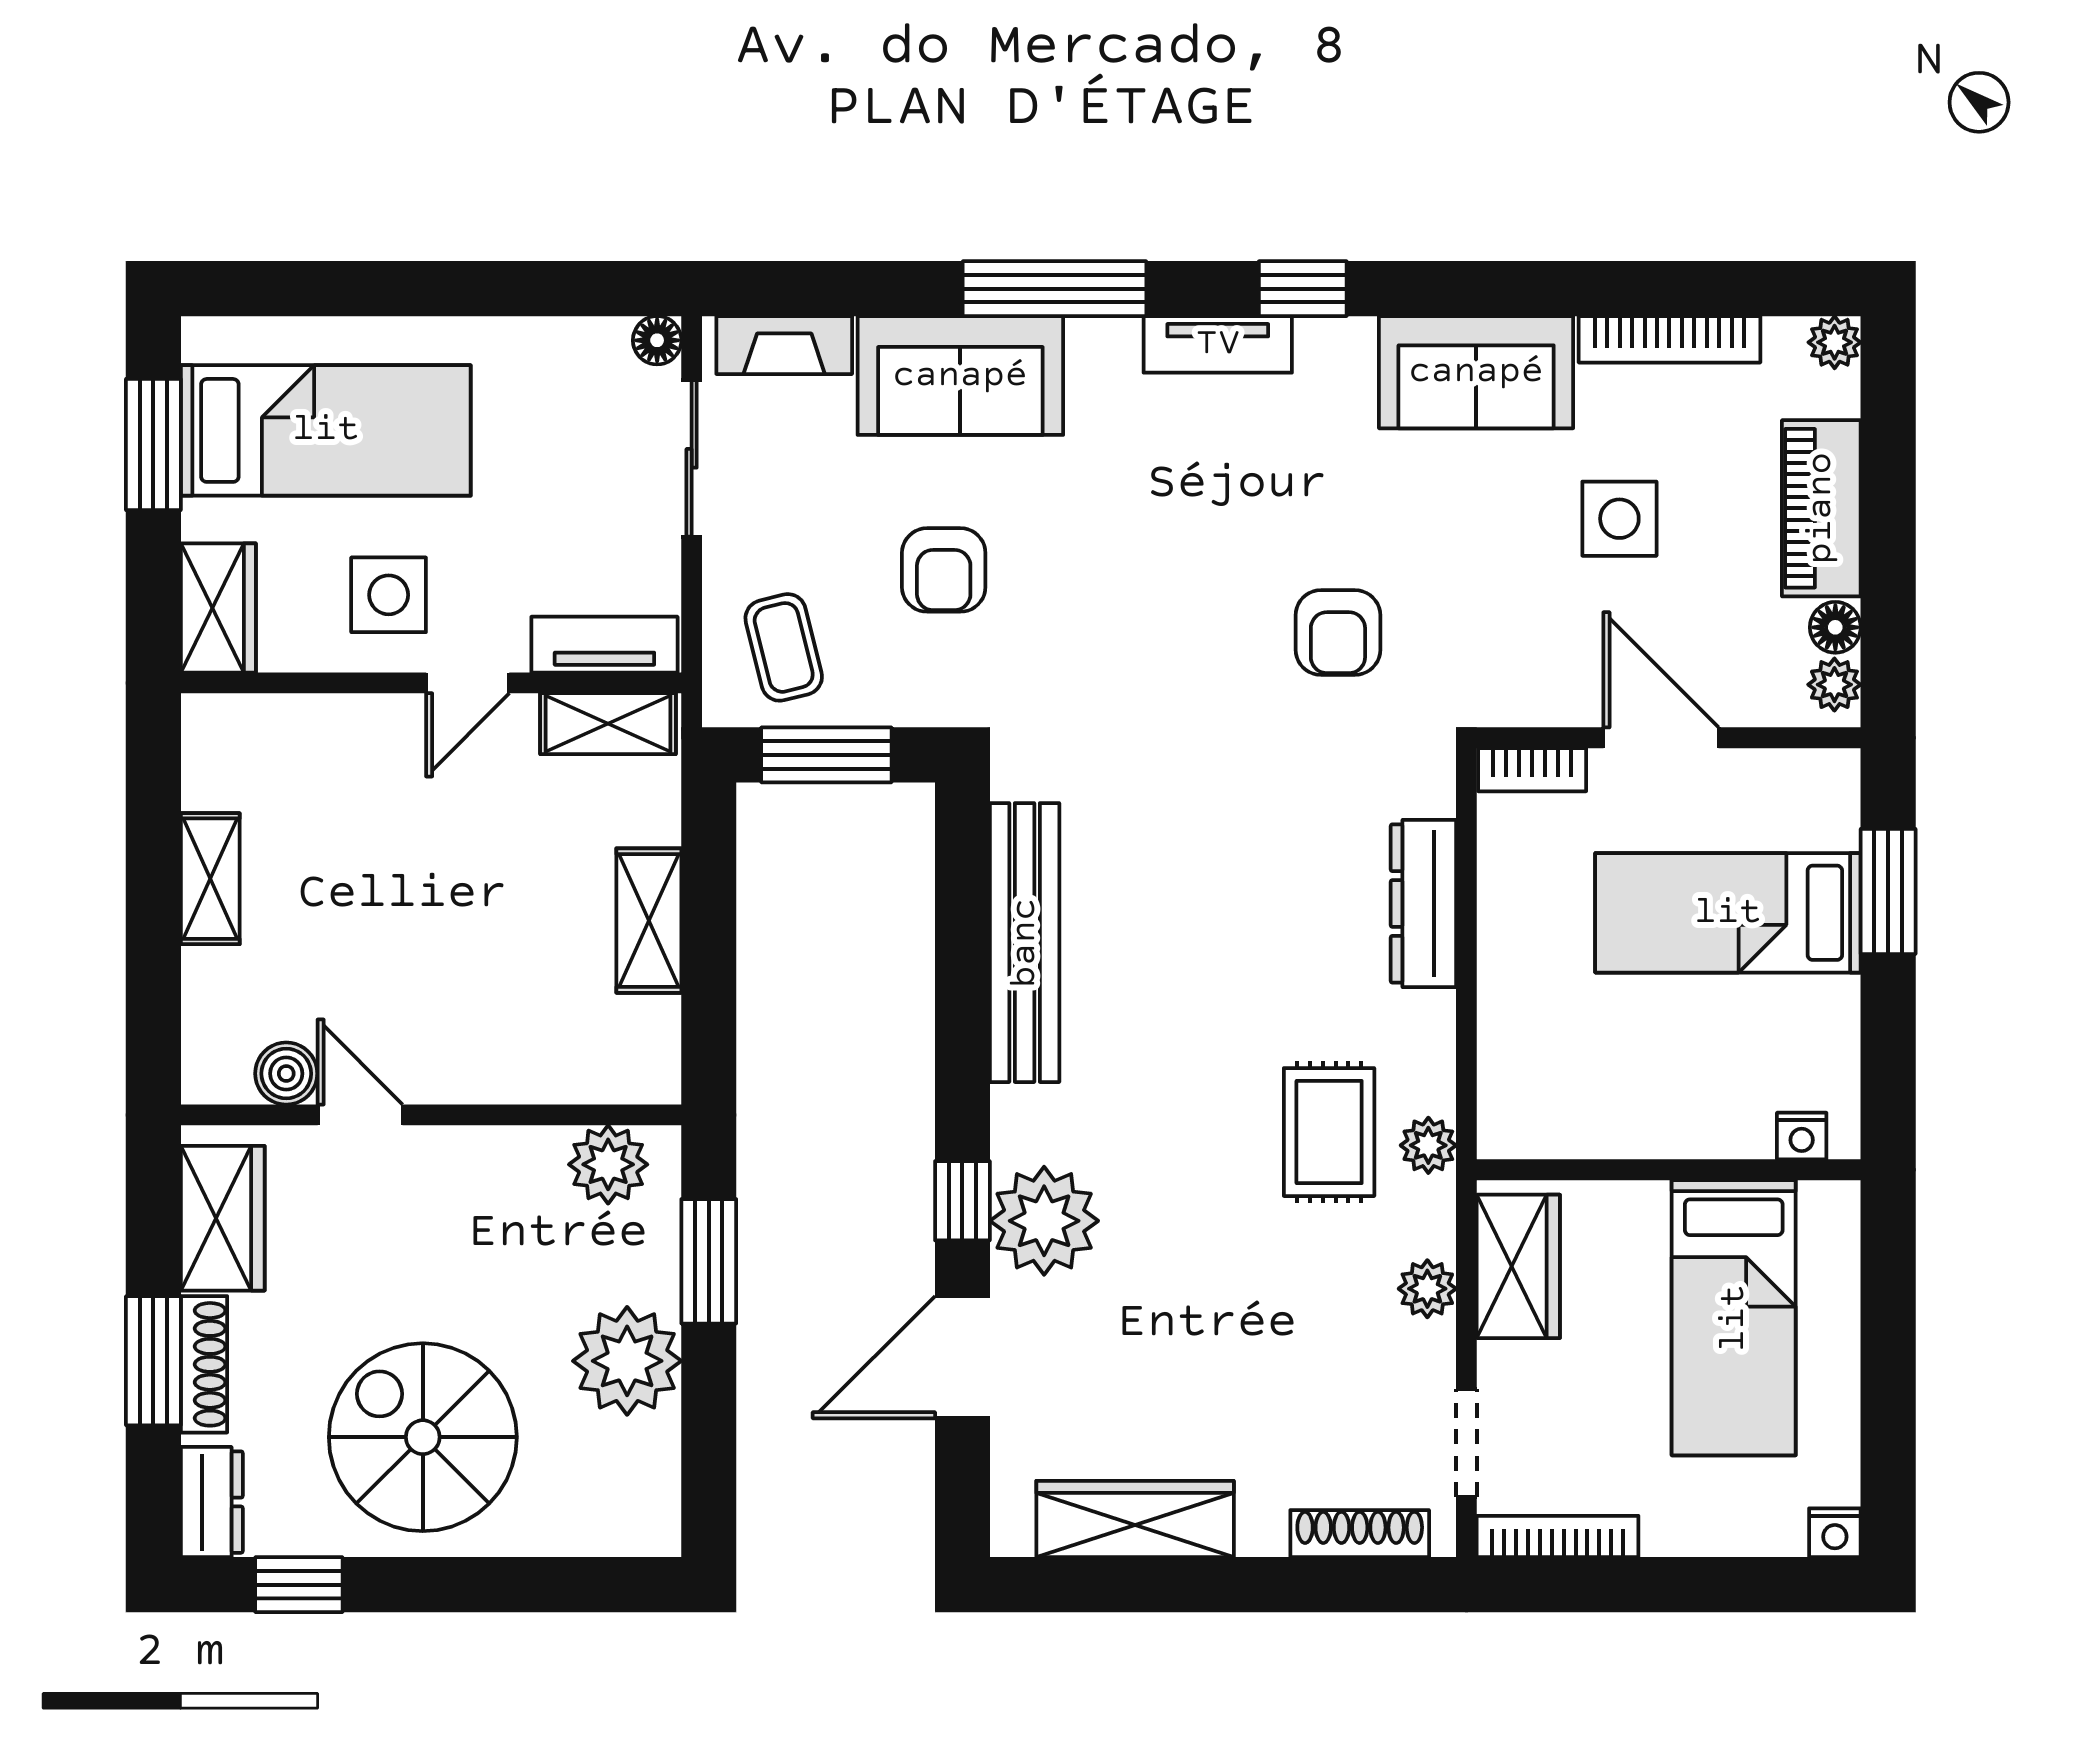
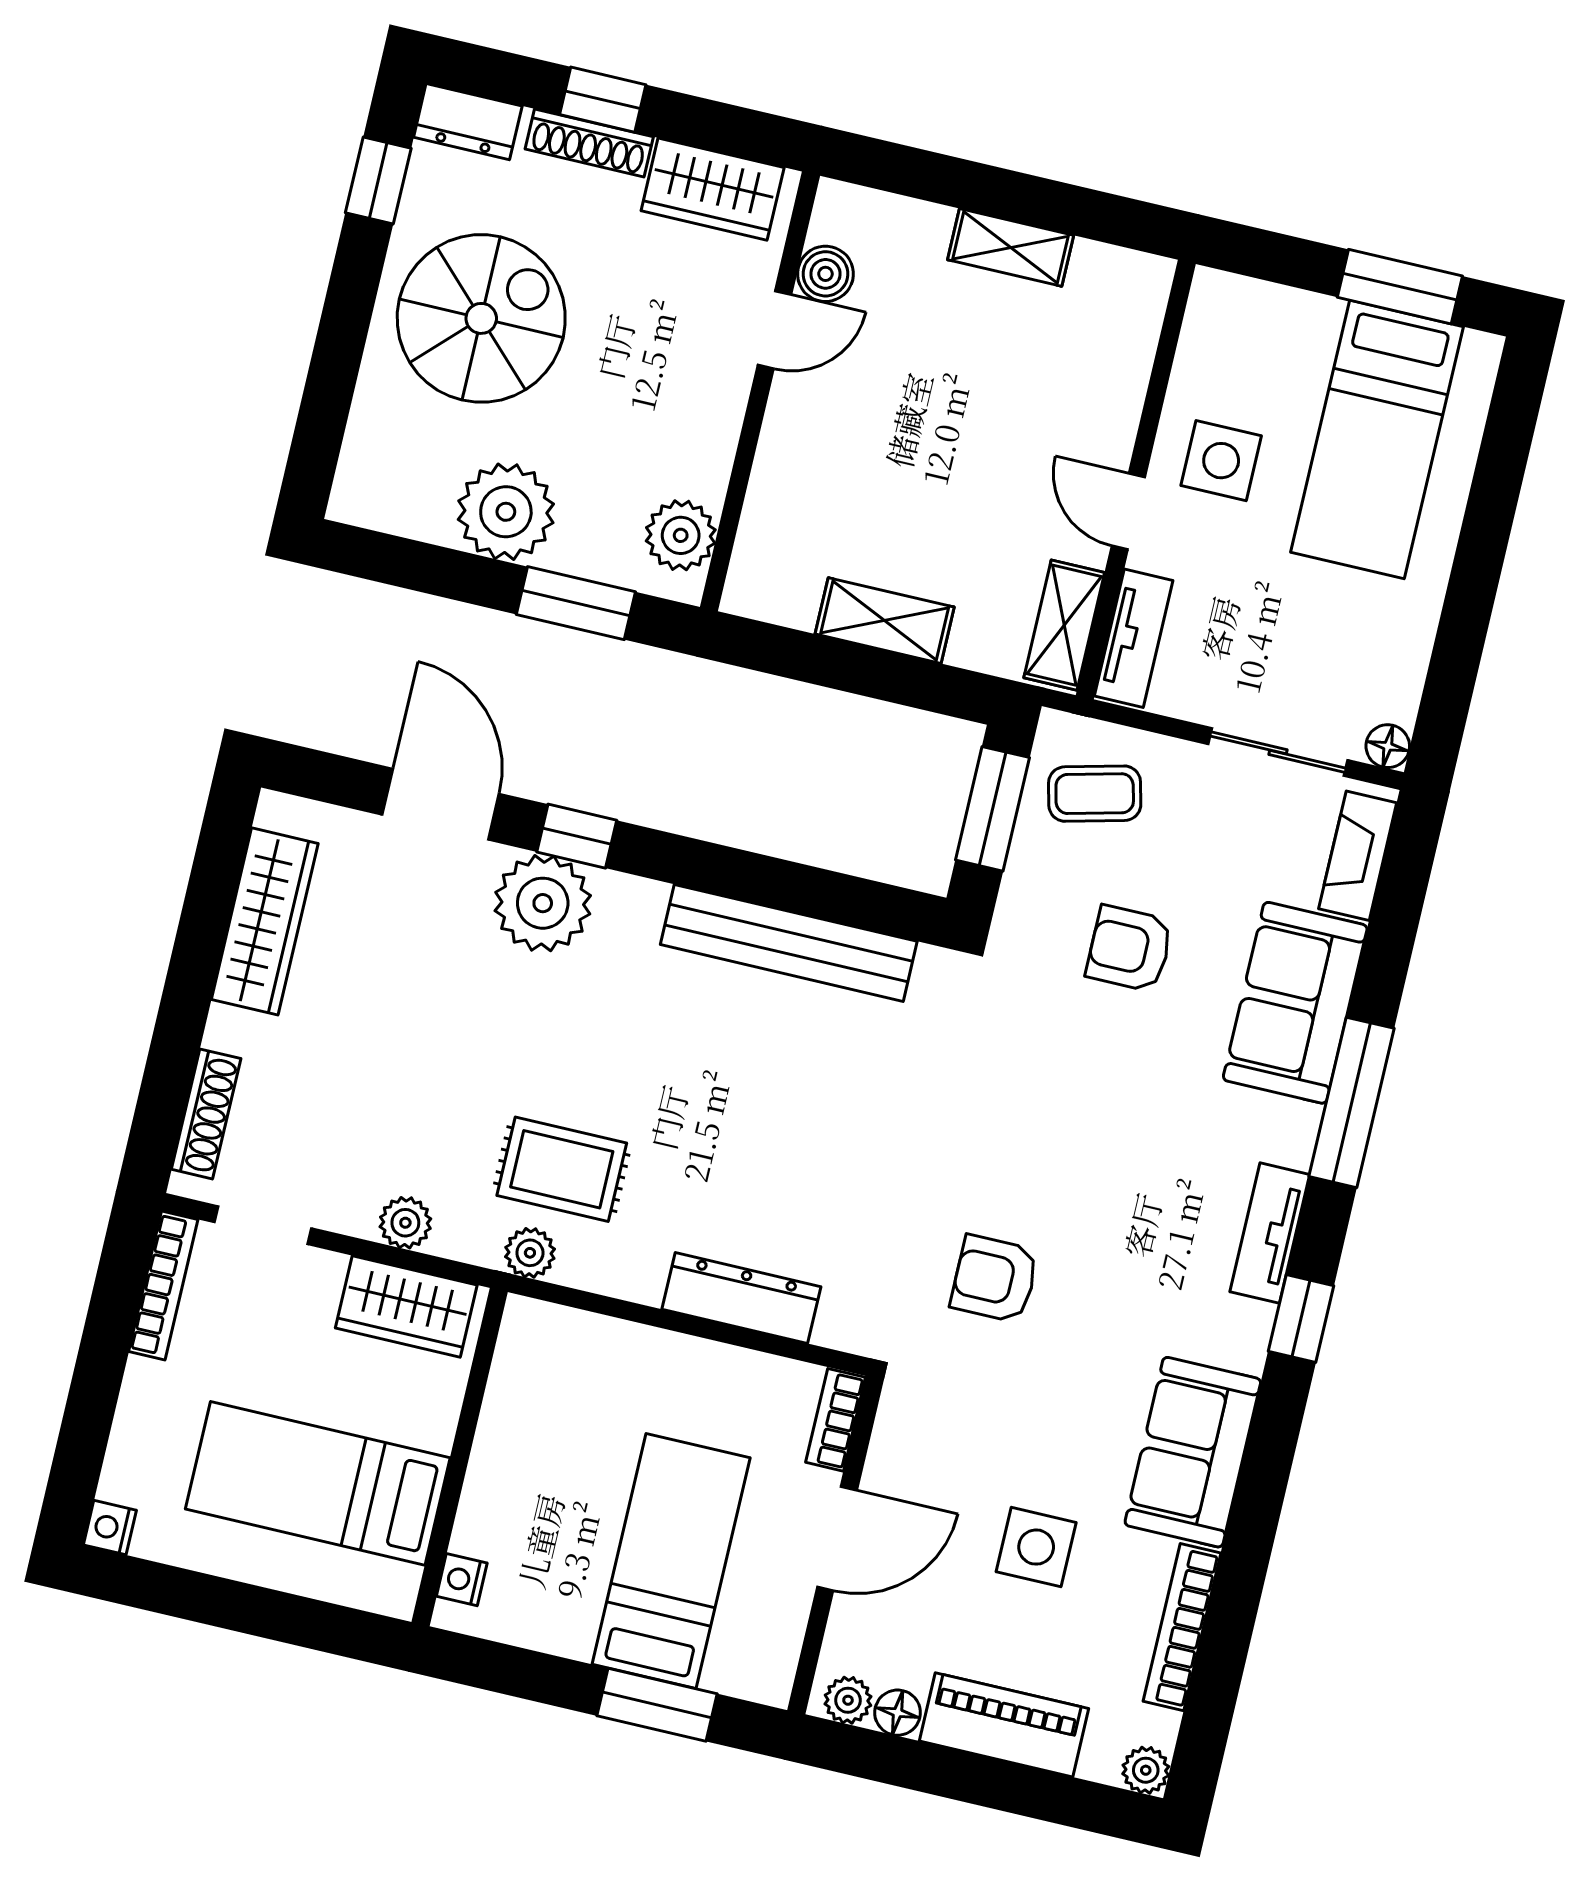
wardrobe: (218, 608) -> (1244, 310), removed
window: (153, 1361) -> (603, 100), width x0.67

